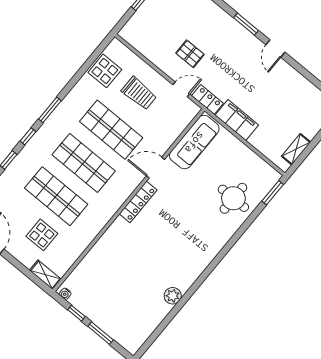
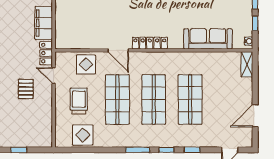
sofa: (194, 142) -> (208, 39), moved
display table: (42, 235) -> (86, 64), moved

